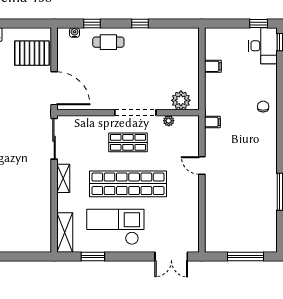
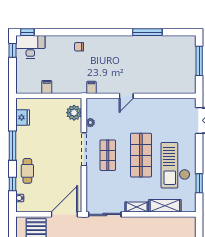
window: (140, 24) -> (13, 146), width x2.17
fridge: (175, 36) -> (23, 117), added
shop shelf: (128, 184) -> (141, 155), width x0.71
shelving: (65, 232) -> (165, 206), moved

